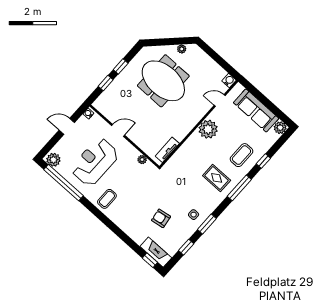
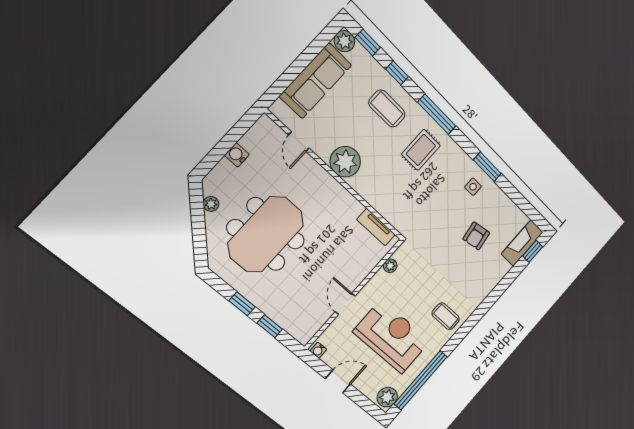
water cooler: (229, 80) -> (237, 155), moved
door: (67, 126) -> (338, 381), swing flipped
reception desk: (95, 162) -> (392, 337), turned 180
window: (186, 247) -> (368, 42), moved

